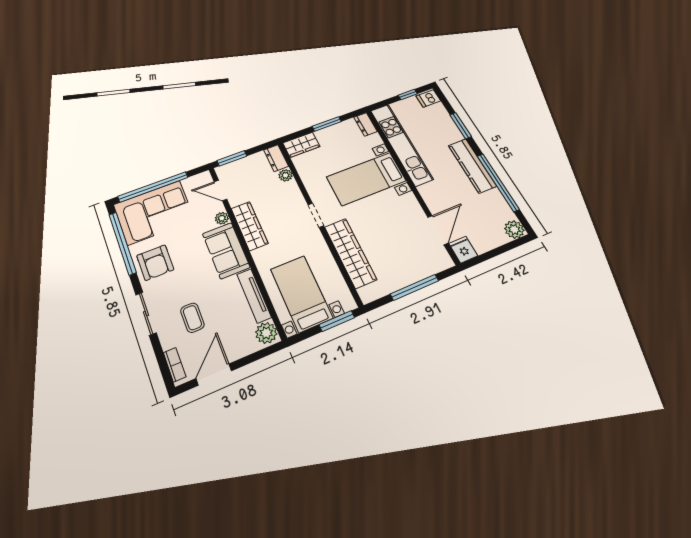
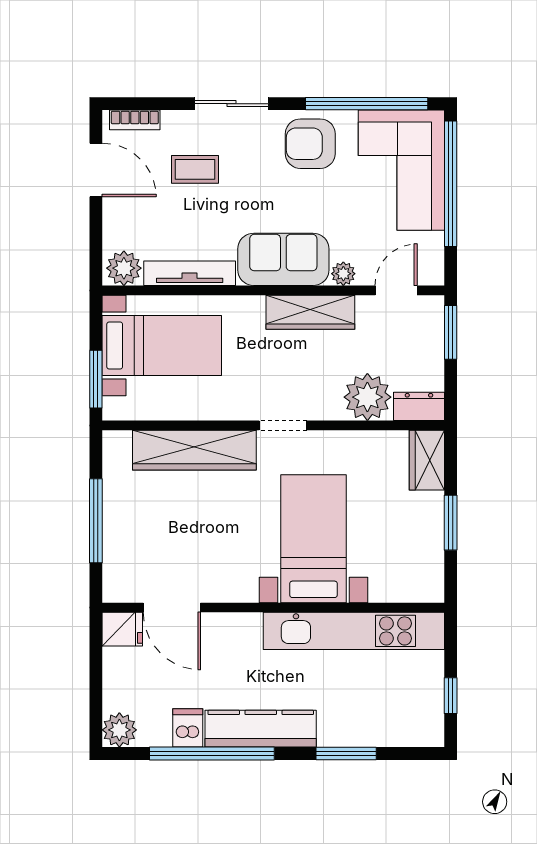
dishwasher: (428, 98) -> (188, 728), moved
dresser: (366, 124) -> (421, 589), removed
plant: (285, 175) -> (367, 397), width x1.88, depth x1.88

